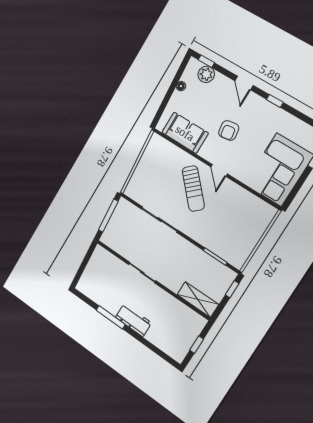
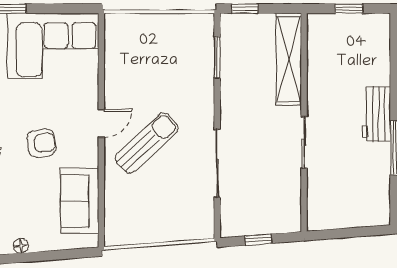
window: (108, 216) -> (258, 240), width x0.46
shelving: (198, 299) -> (289, 59), width x1.47

